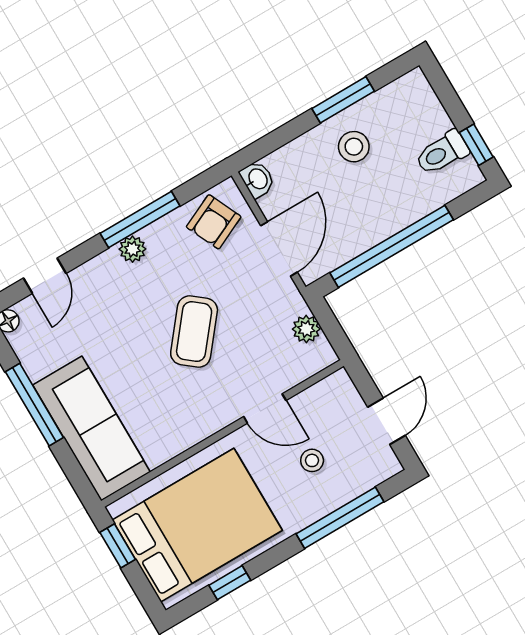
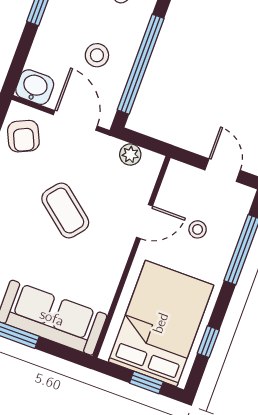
stool: (354, 147) -> (97, 55), moved
washbasin: (257, 179) -> (35, 87), width x1.38, depth x1.45
window: (118, 546) -> (146, 382), moved

